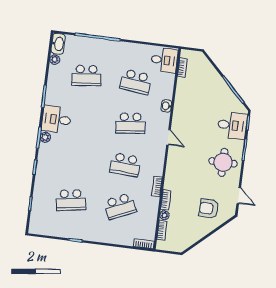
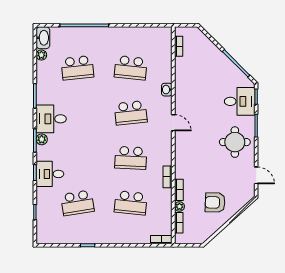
desk: (164, 60) -> (50, 174), moved, turned 180
school desk: (120, 206) -> (131, 203), turned 30
armchair: (209, 209) -> (215, 202), moved

